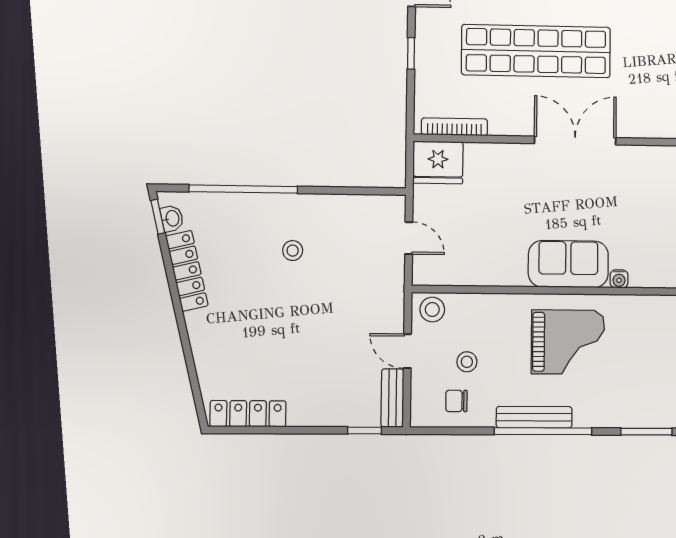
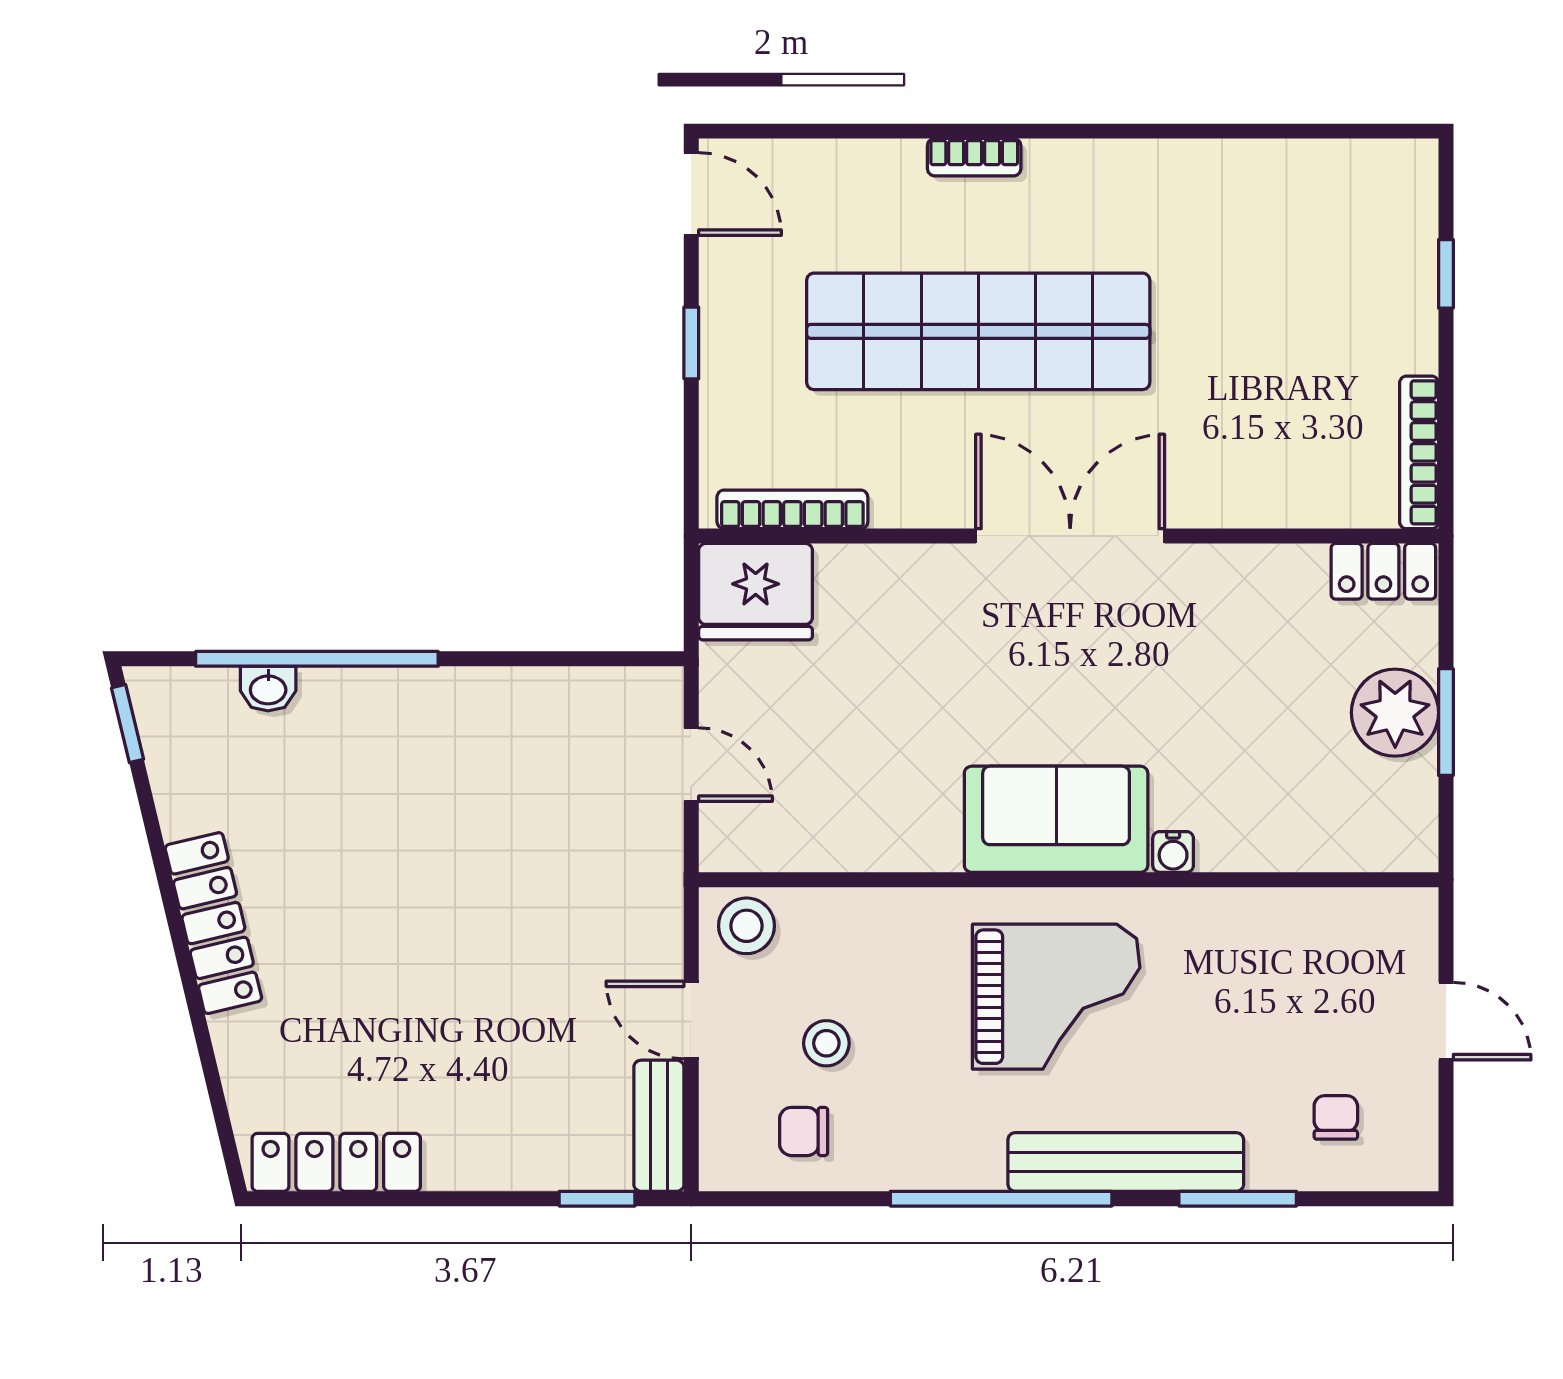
washbasin: (172, 218) -> (268, 689), moved, turned 103
stool: (293, 251) -> (430, 796), removed
locker: (187, 271) -> (213, 923), moved
bench: (534, 417) -> (1126, 1162), moved, width x1.37, depth x1.21

